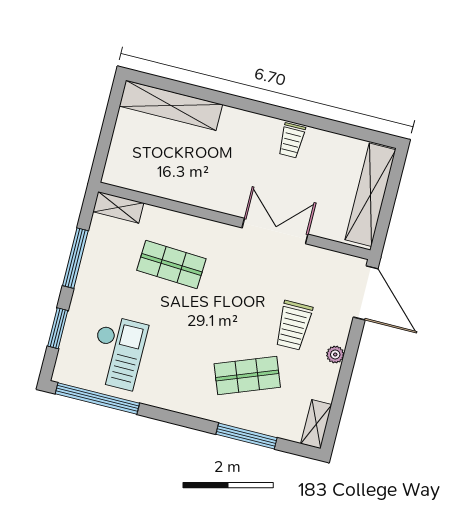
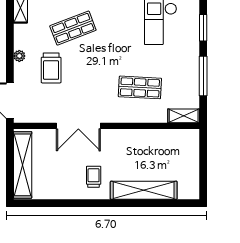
shelving: (171, 105) -> (144, 190), moved
trolley: (292, 140) -> (94, 177), moved
trolley: (294, 325) -> (51, 68), turned 180

